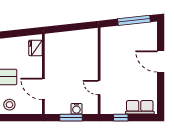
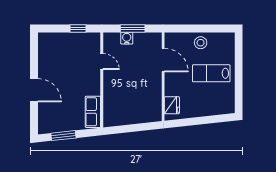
window: (134, 20) -> (63, 136), width x0.69
row of seats: (140, 107) -> (93, 112), moved, turned 90

